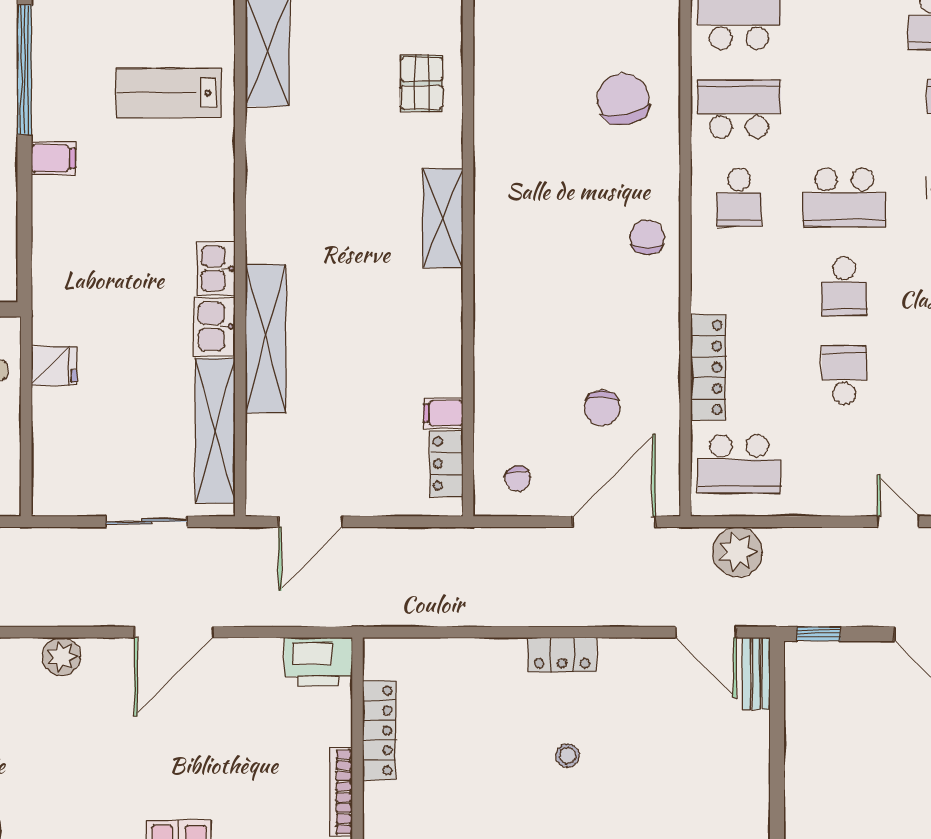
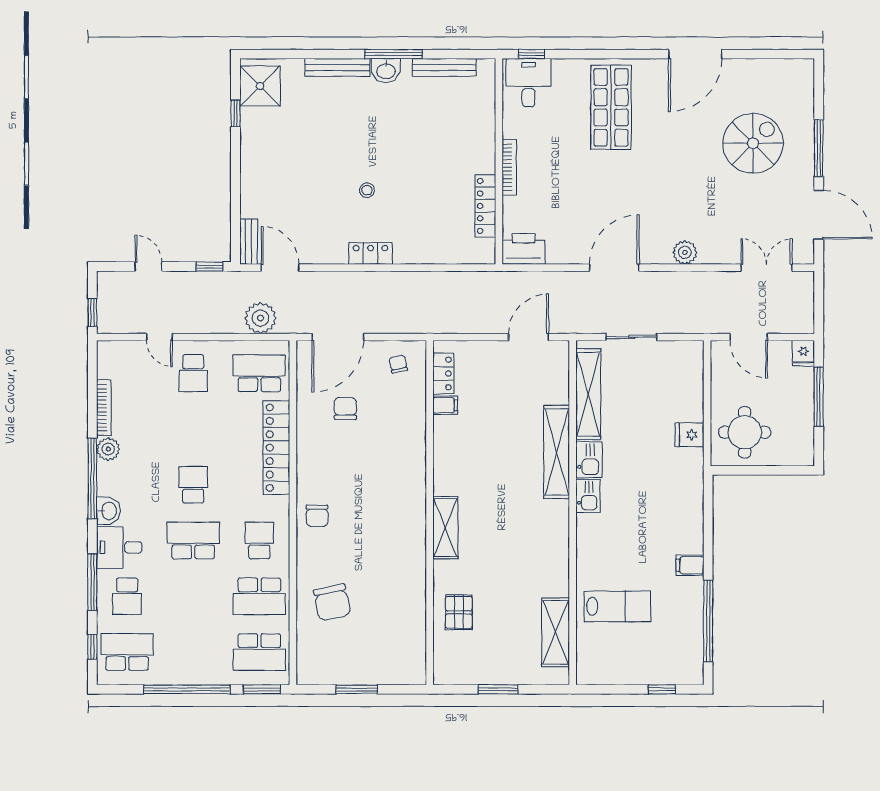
locker: (708, 367) -> (276, 448), width x1.41, depth x1.21
school desk: (844, 375) -> (193, 373), moved

